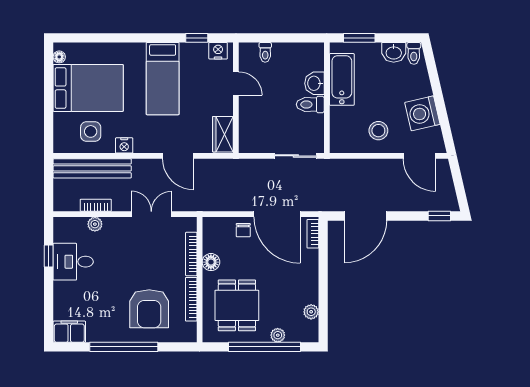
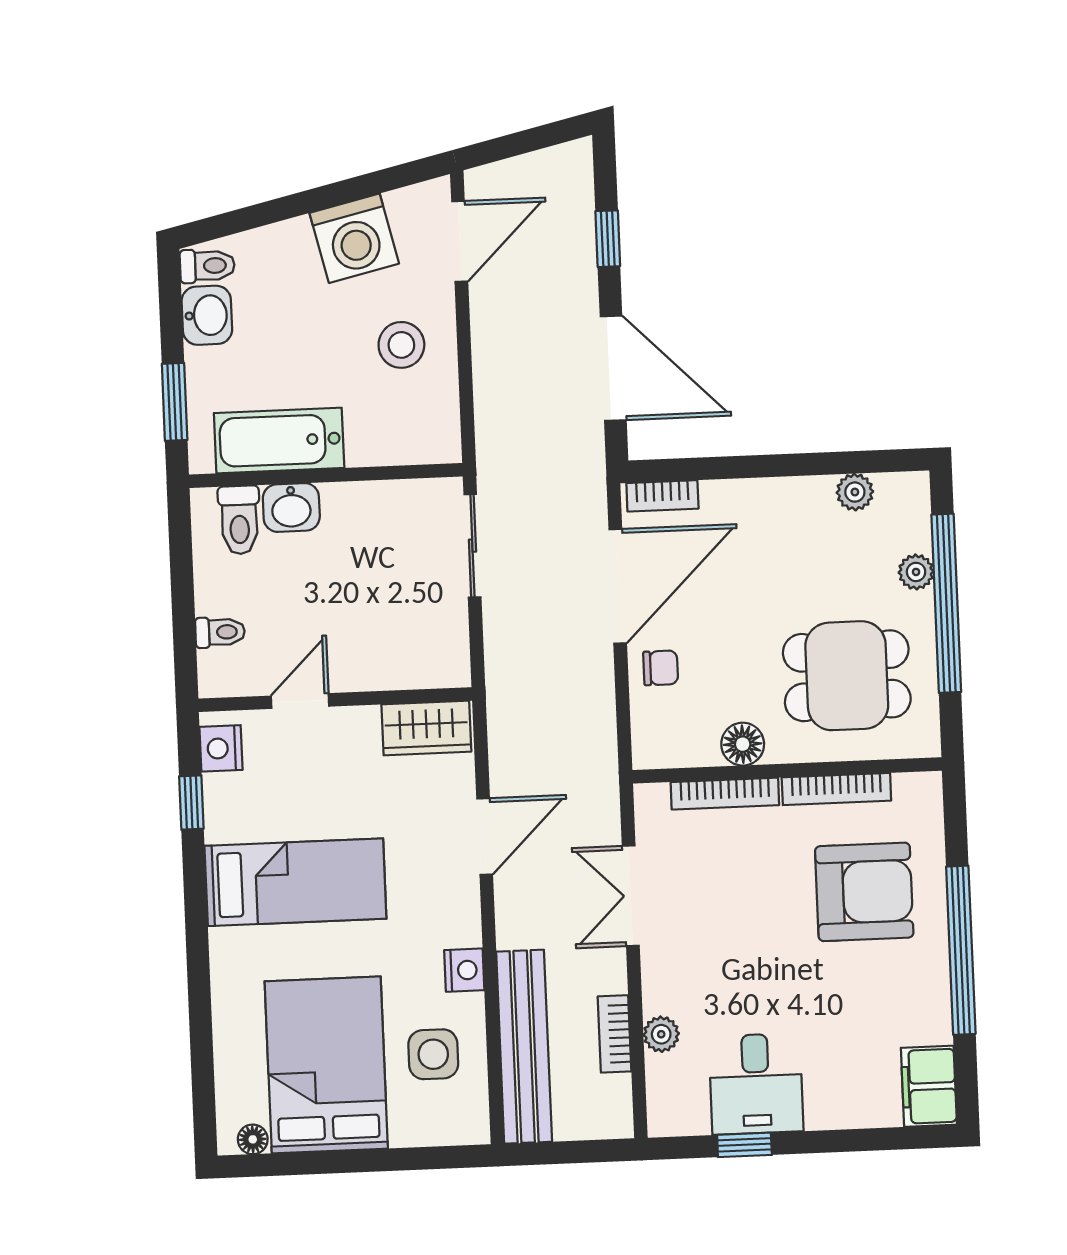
toilet: (310, 104) -> (239, 520), moved
window: (439, 216) -> (608, 239), moved

